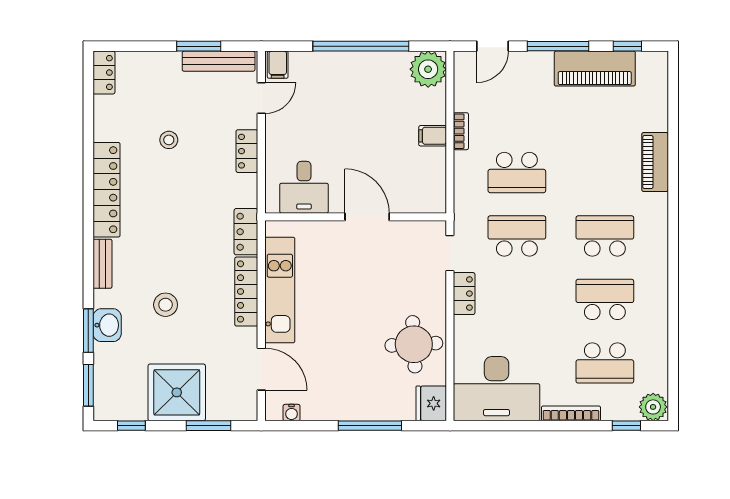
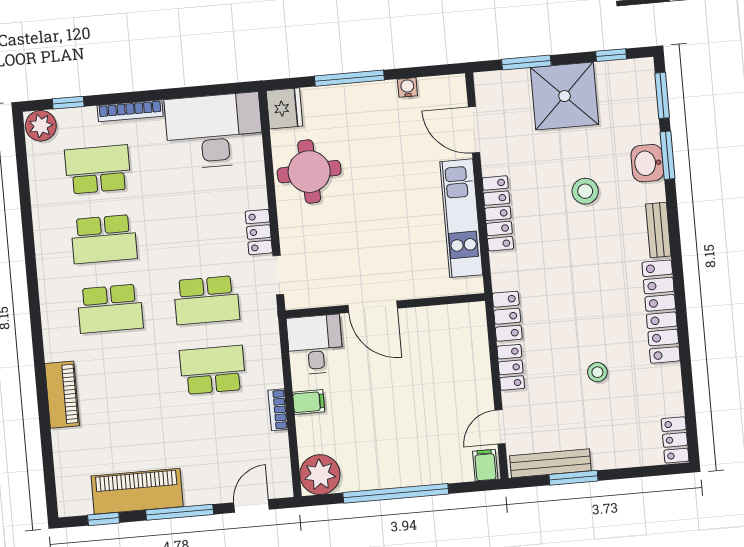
desk: (304, 187) -> (315, 345), moved
locker: (246, 232) -> (507, 316), moved
water cooler: (292, 413) -> (407, 87), moved

